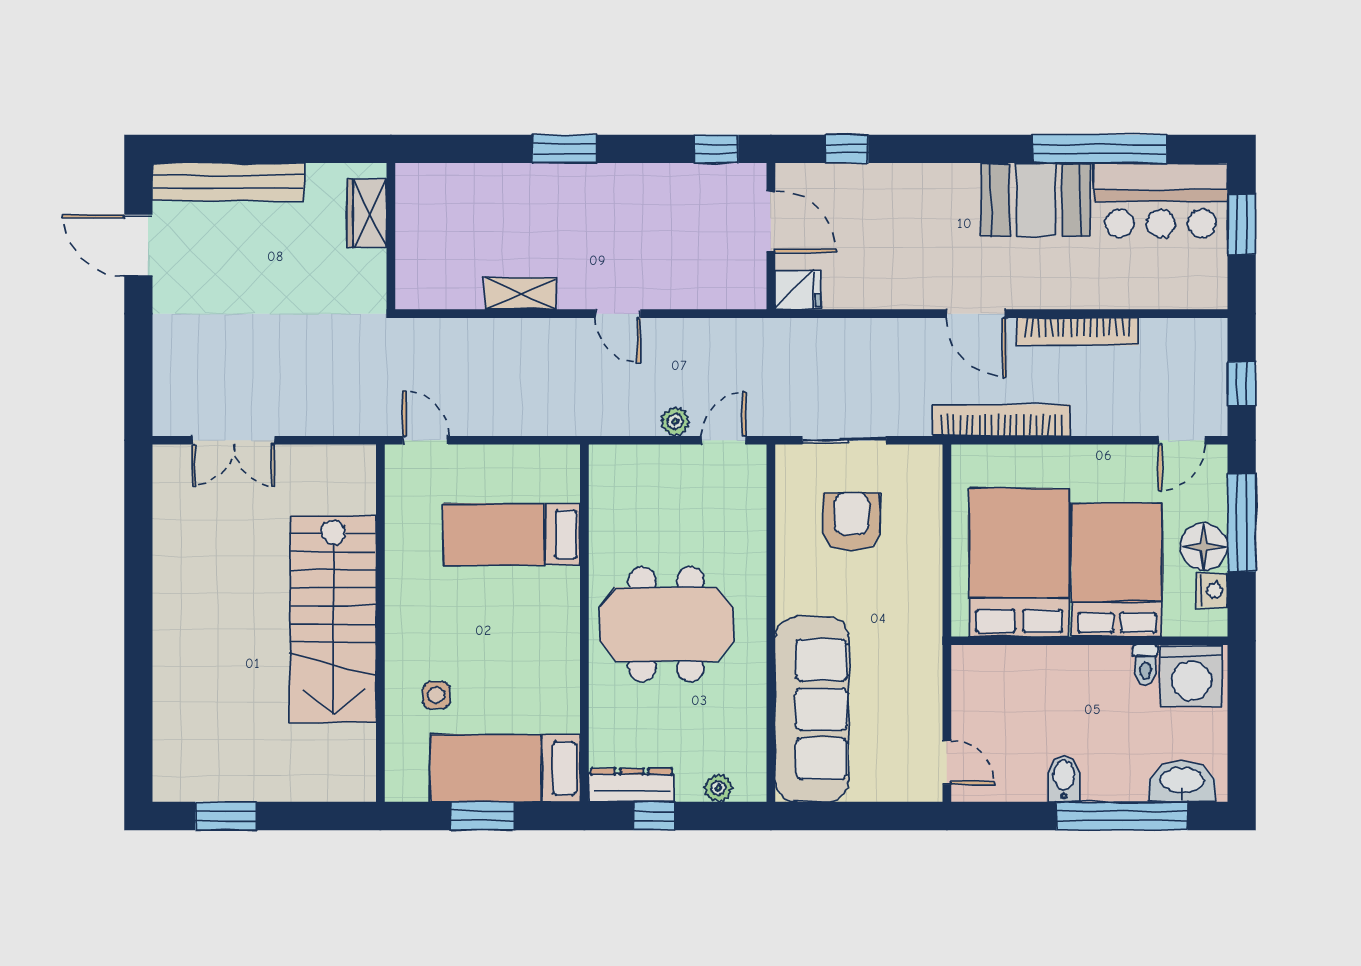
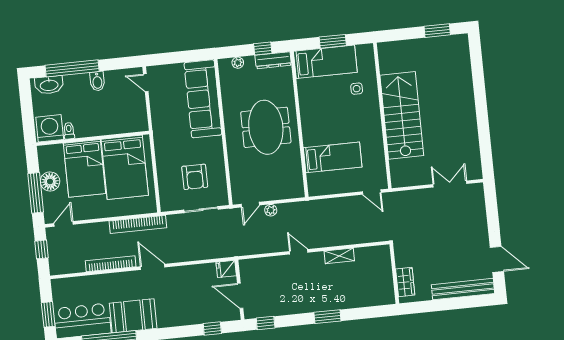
nightstand: (1212, 590) -> (45, 164), removed
meeting table: (666, 624) -> (266, 127), turned 90

